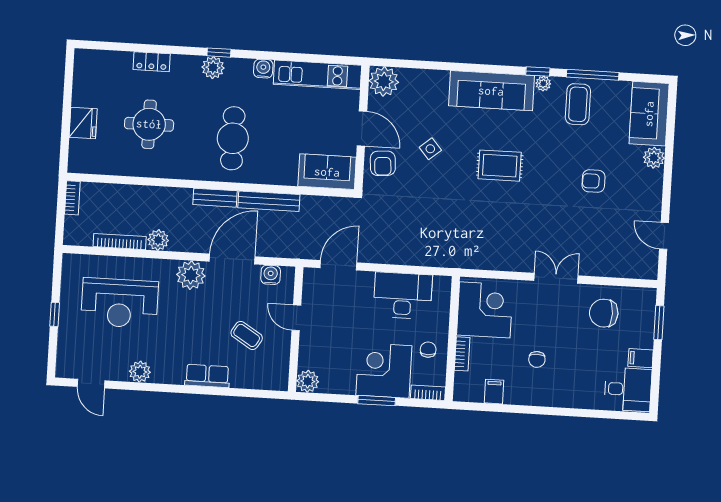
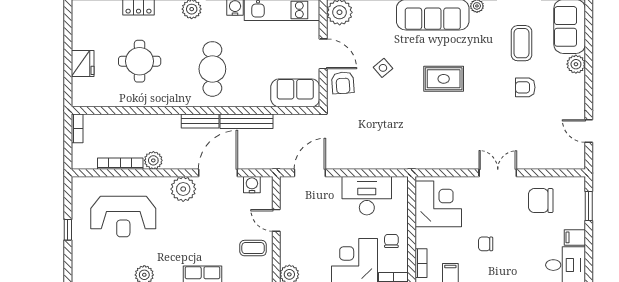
coffee table: (578, 104) -> (522, 43), moved
coffee table: (247, 335) -> (253, 248), moved, turned -32
bookcase: (462, 354) -> (421, 263), moved
chair: (537, 359) -> (486, 244), turned 90

